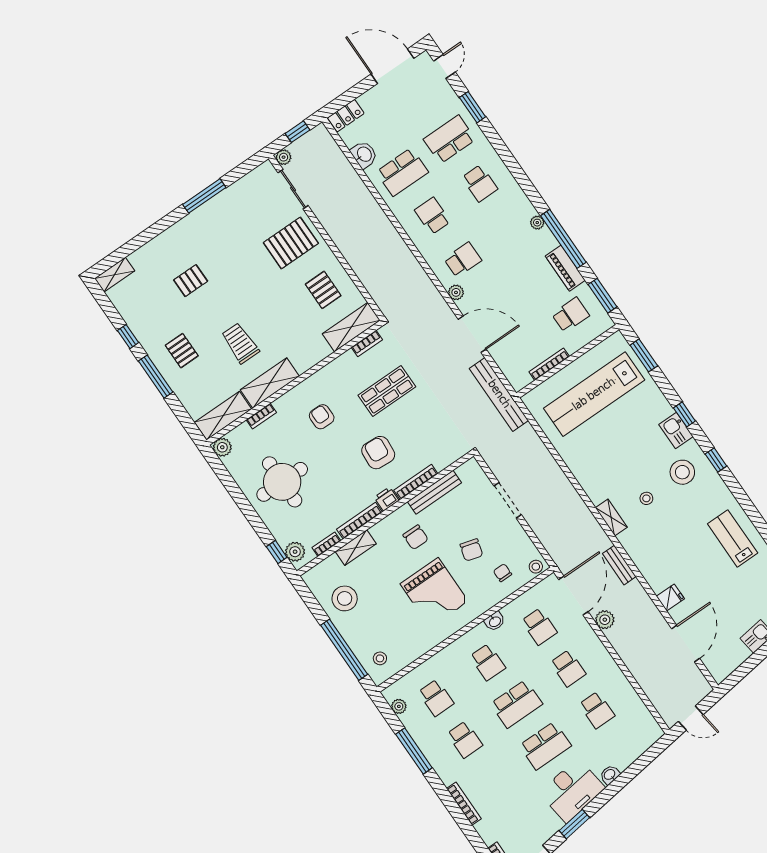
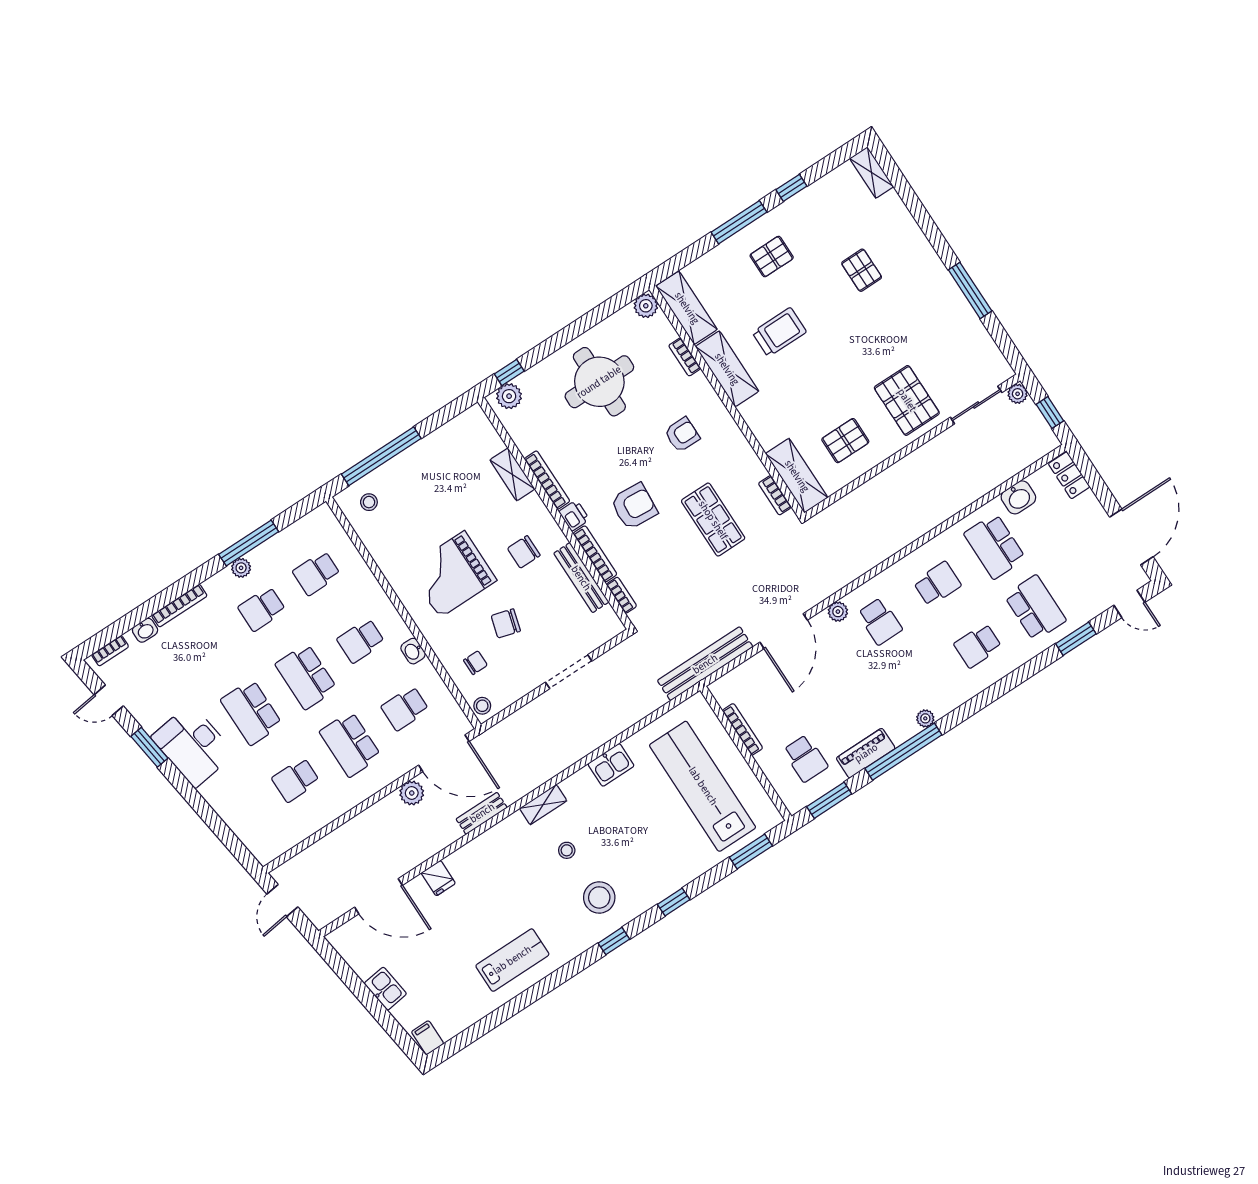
kitchen sink: (676, 431) -> (611, 765), moved, turned 180
bookcase: (326, 544) -> (622, 595), moved
stool: (345, 598) -> (447, 458), removed
school desk: (568, 668) -> (350, 744), width x1.85
plant: (399, 706) -> (241, 568), moved
washbasin: (610, 775) -> (145, 630), moved, turned 98

